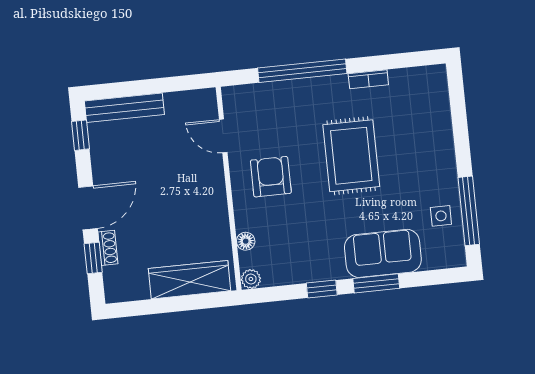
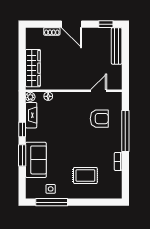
rug: (351, 156) -> (85, 175), moved, width x0.73, depth x0.70
armchair: (271, 177) -> (99, 119), moved
window: (93, 258) -> (48, 24), removed
fireplace: (289, 273) -> (31, 115), added

